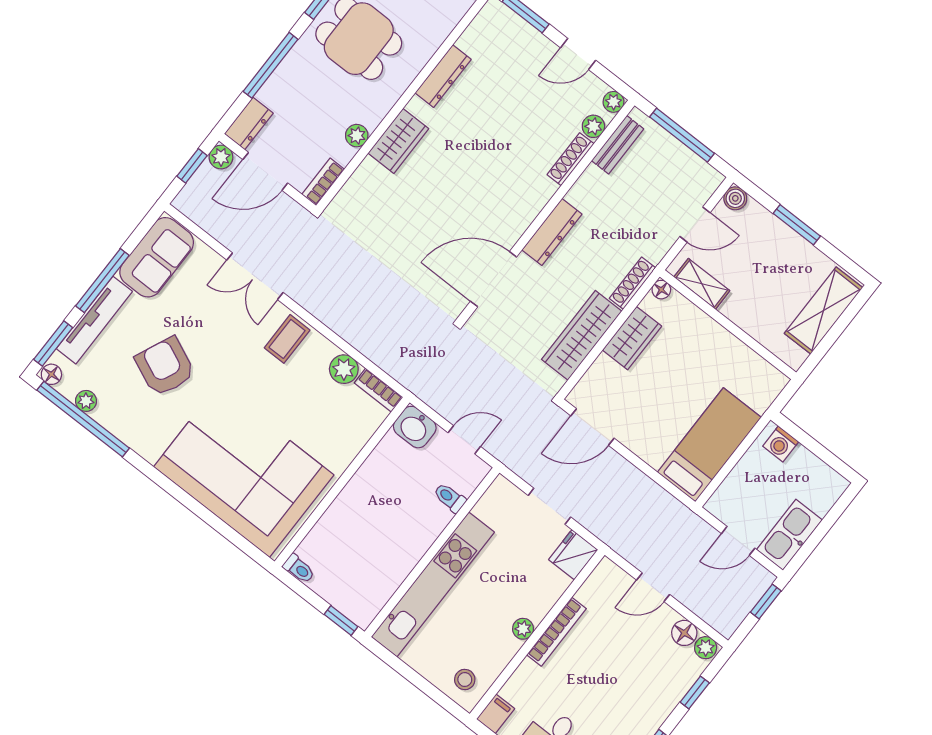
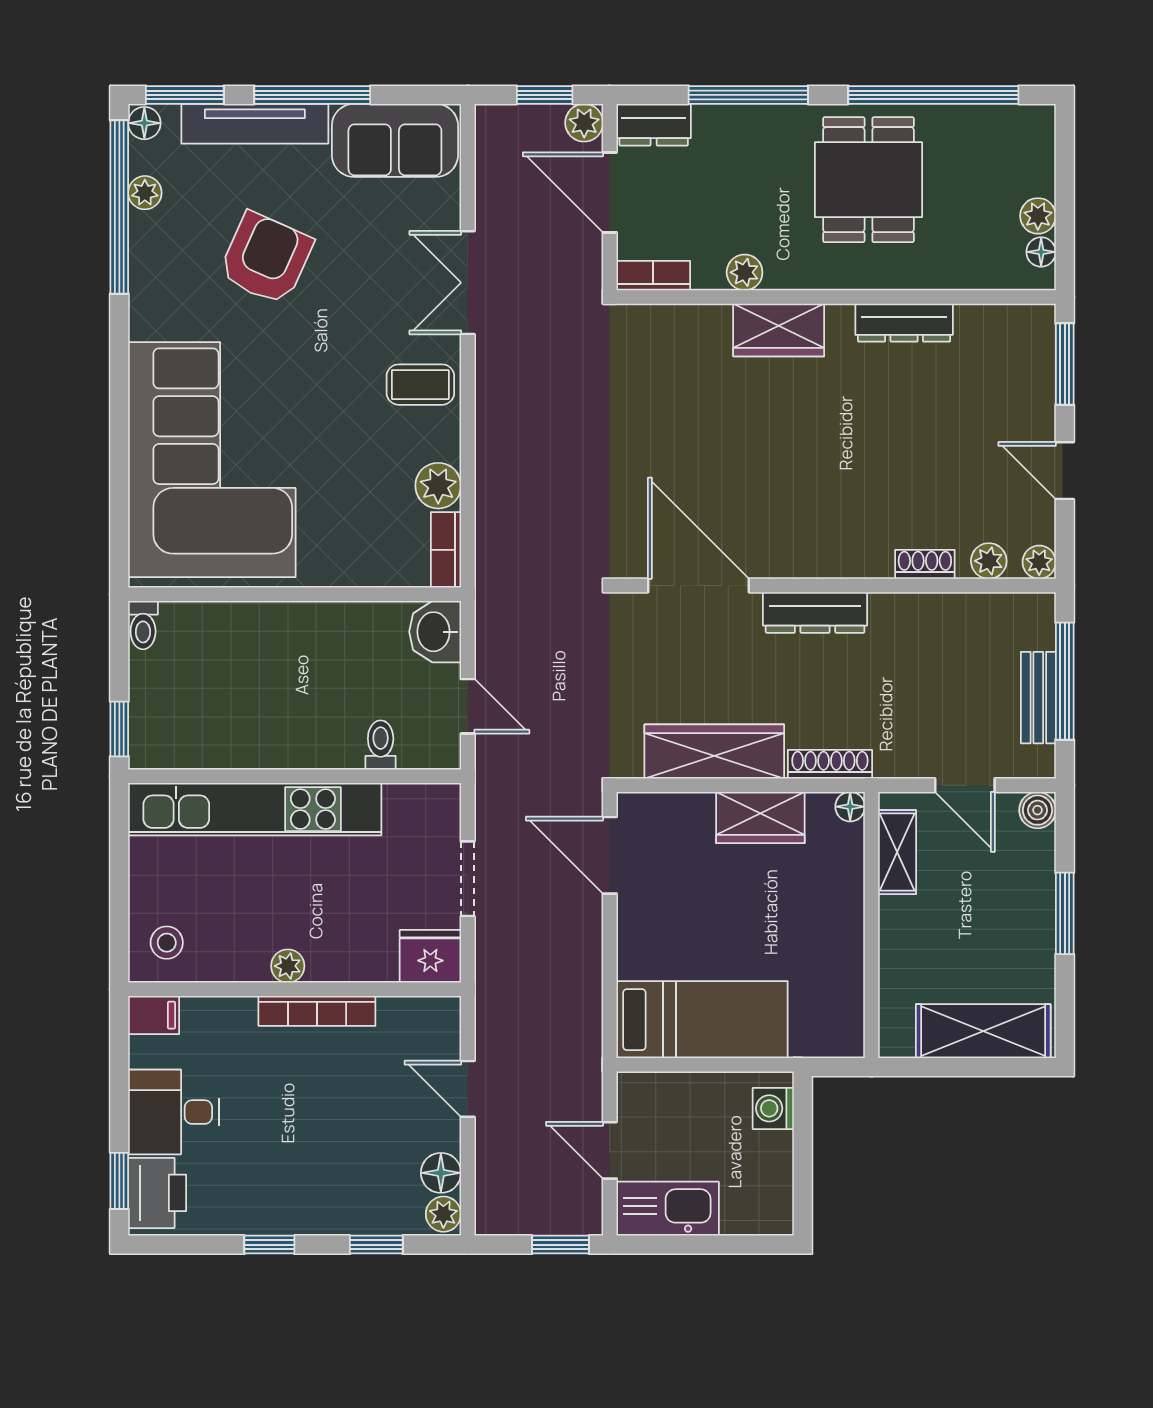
bench: (618, 145) -> (1038, 698), moved, turned 90
shoe rack: (570, 159) -> (925, 564), width x0.70

